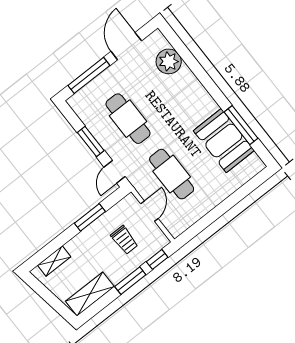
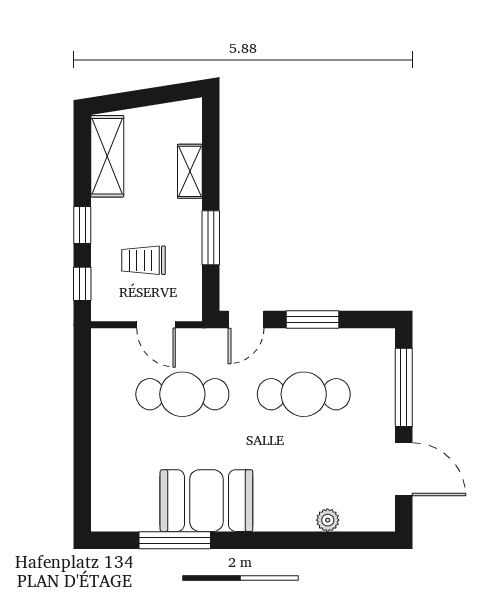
plant: (169, 61) -> (328, 520), width x0.53, depth x0.53
booth: (224, 140) -> (206, 501), moved
door: (115, 172) -> (246, 320), swing flipped
shelving: (54, 261) -> (190, 171), moved
window: (130, 281) -> (82, 225), width x0.67

